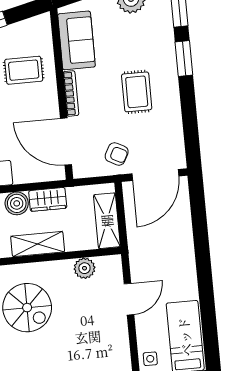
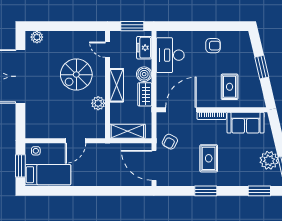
window: (184, 59) -> (206, 191), moved
rug: (137, 92) -> (209, 158), turned 90
plant: (84, 268) -> (98, 103), moved
door: (129, 299) -> (75, 141), hinge flipped

